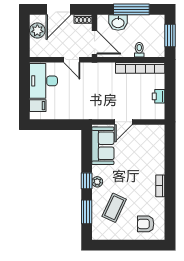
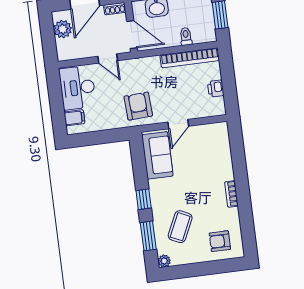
armchair: (92, 103) -> (138, 106), added
plant: (97, 182) -> (164, 261), moved

